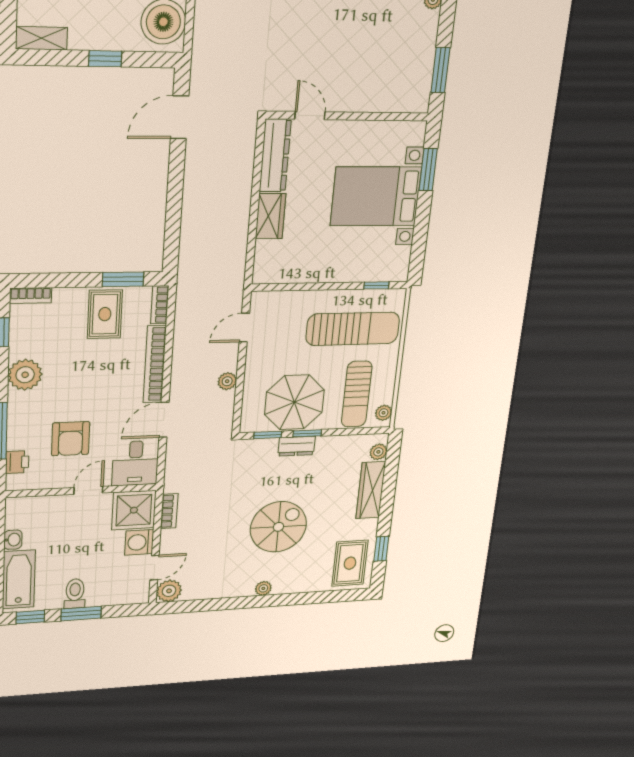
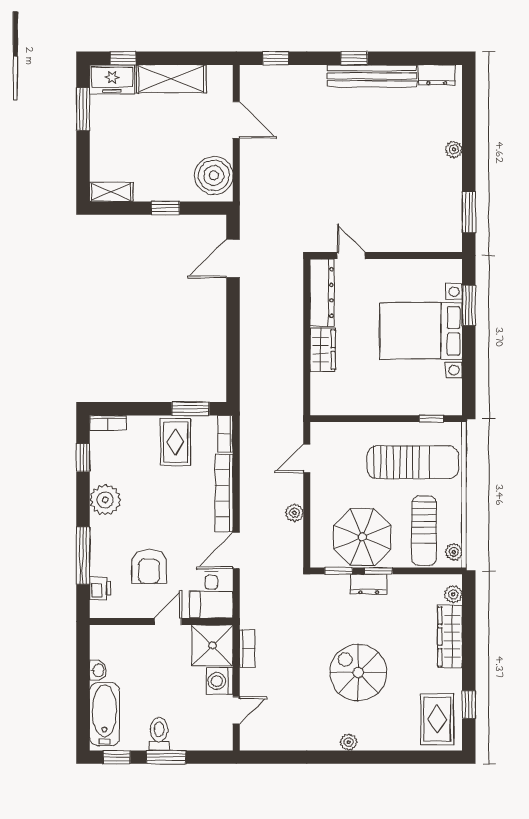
spiral stairs: (278, 527) -> (358, 673), turned -90
plant: (169, 591) -> (252, 738), removed

